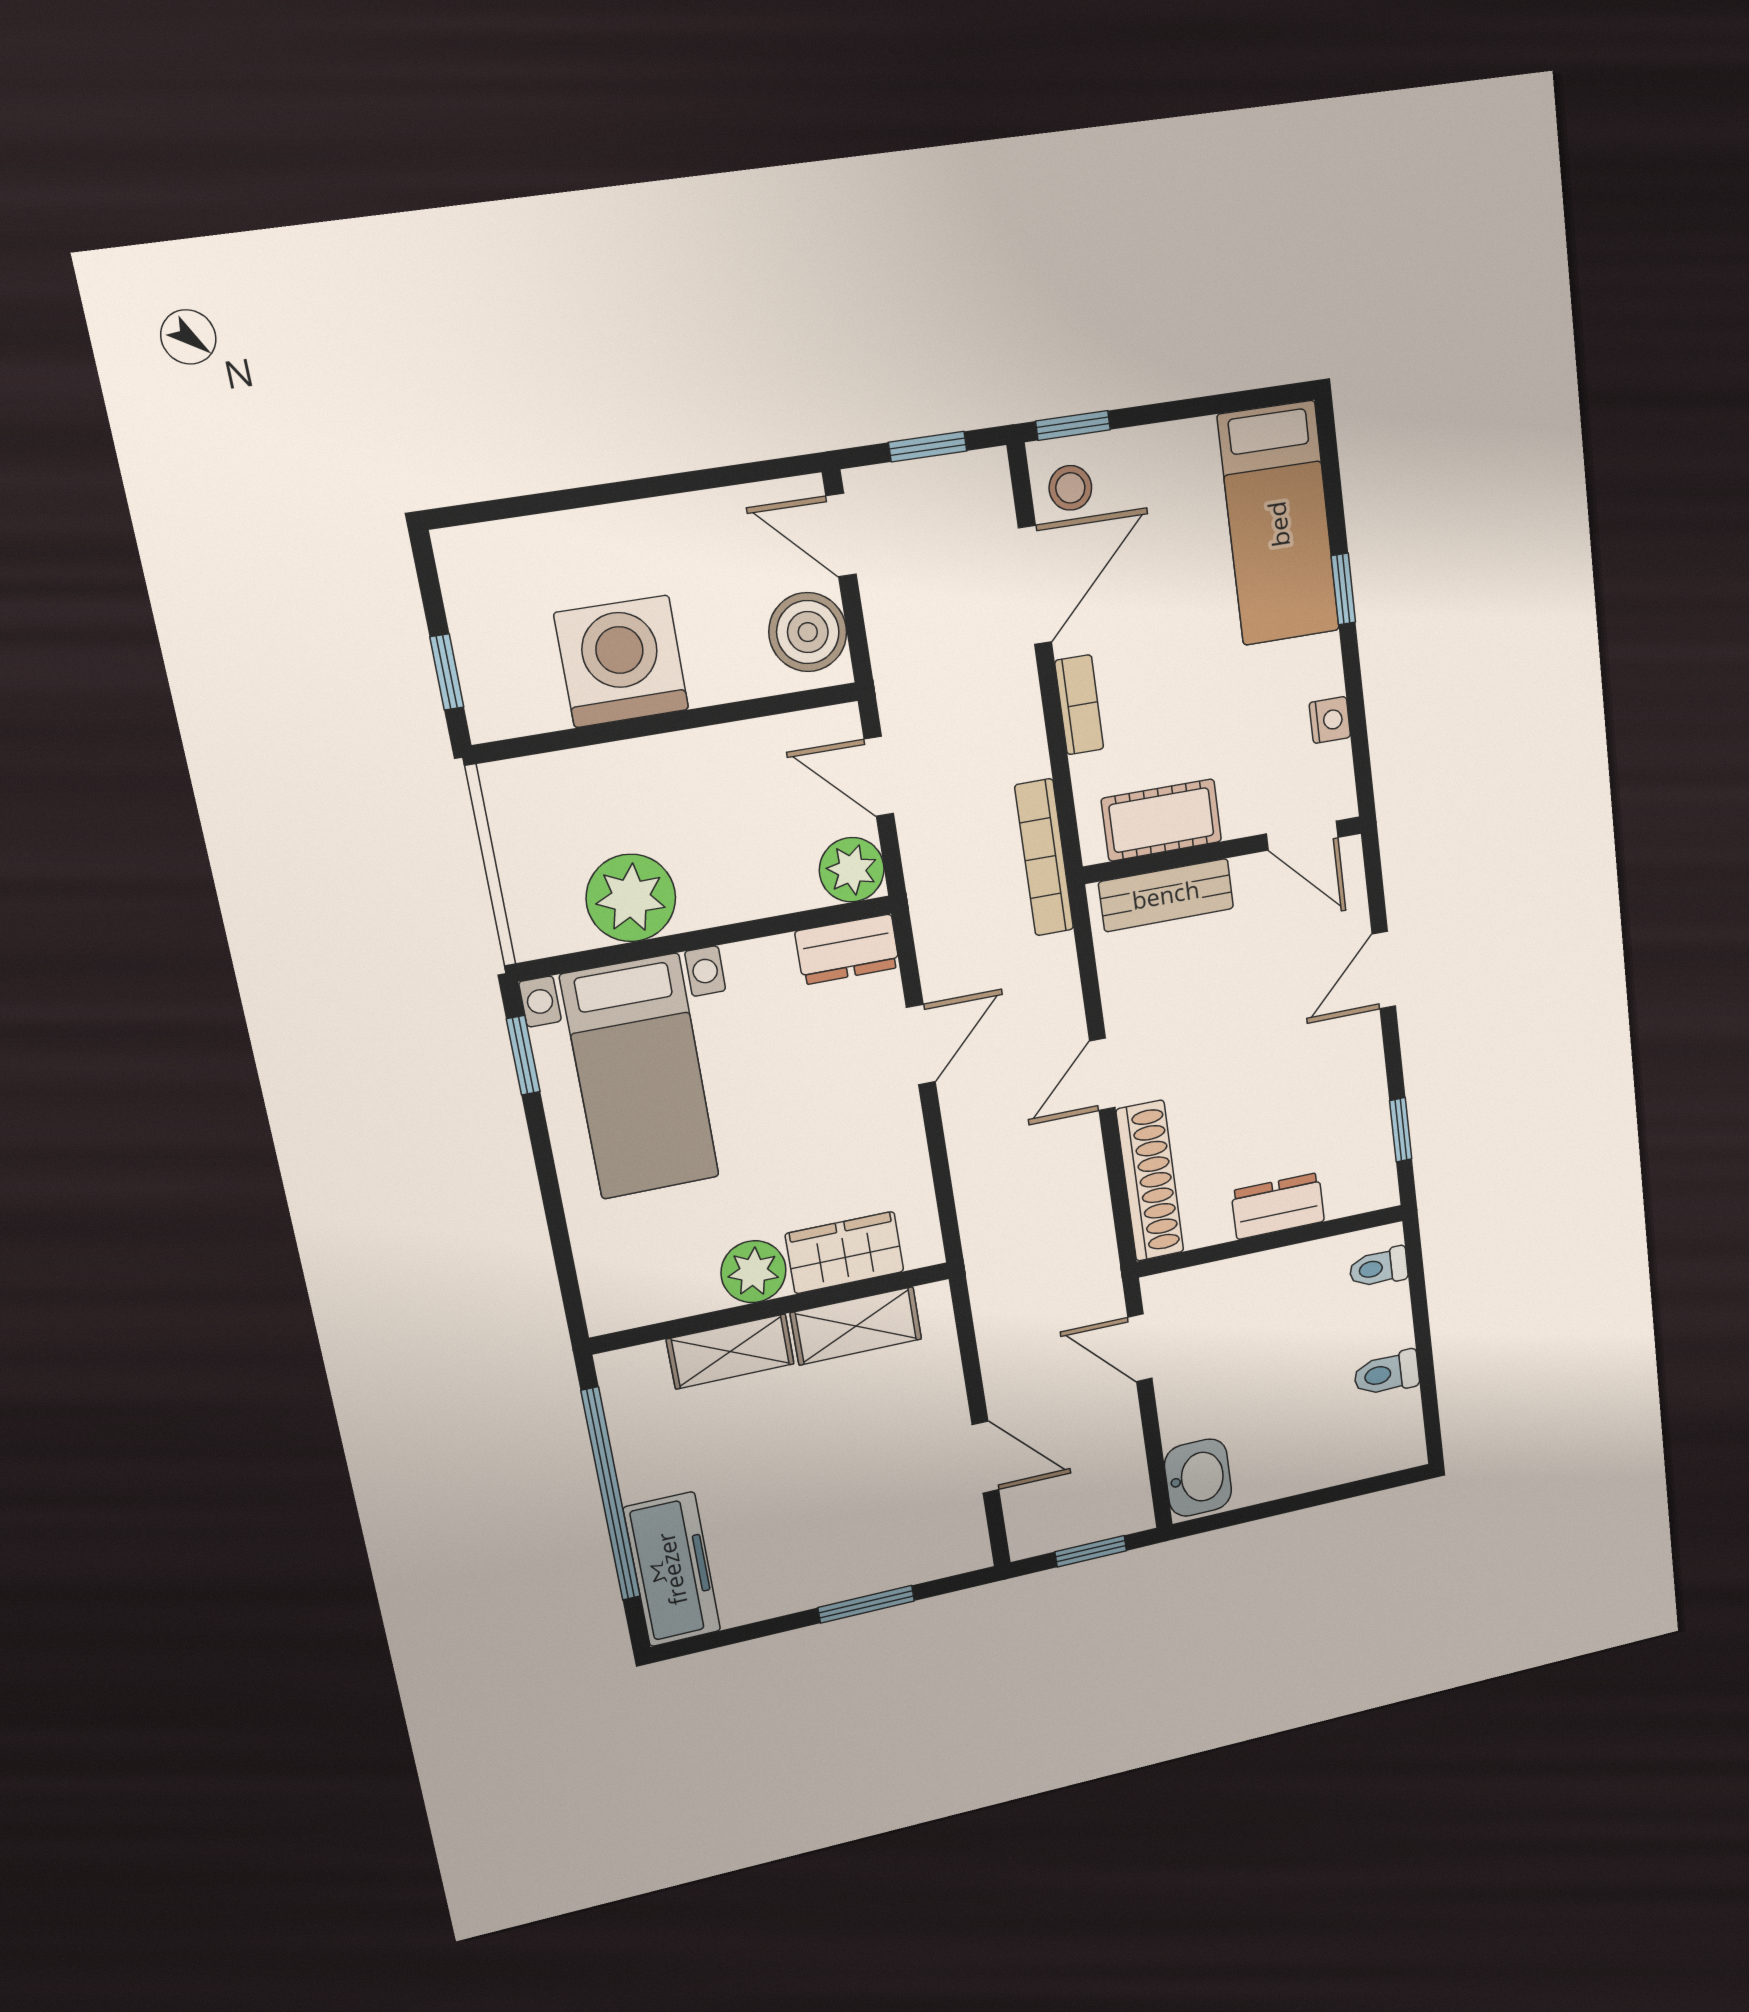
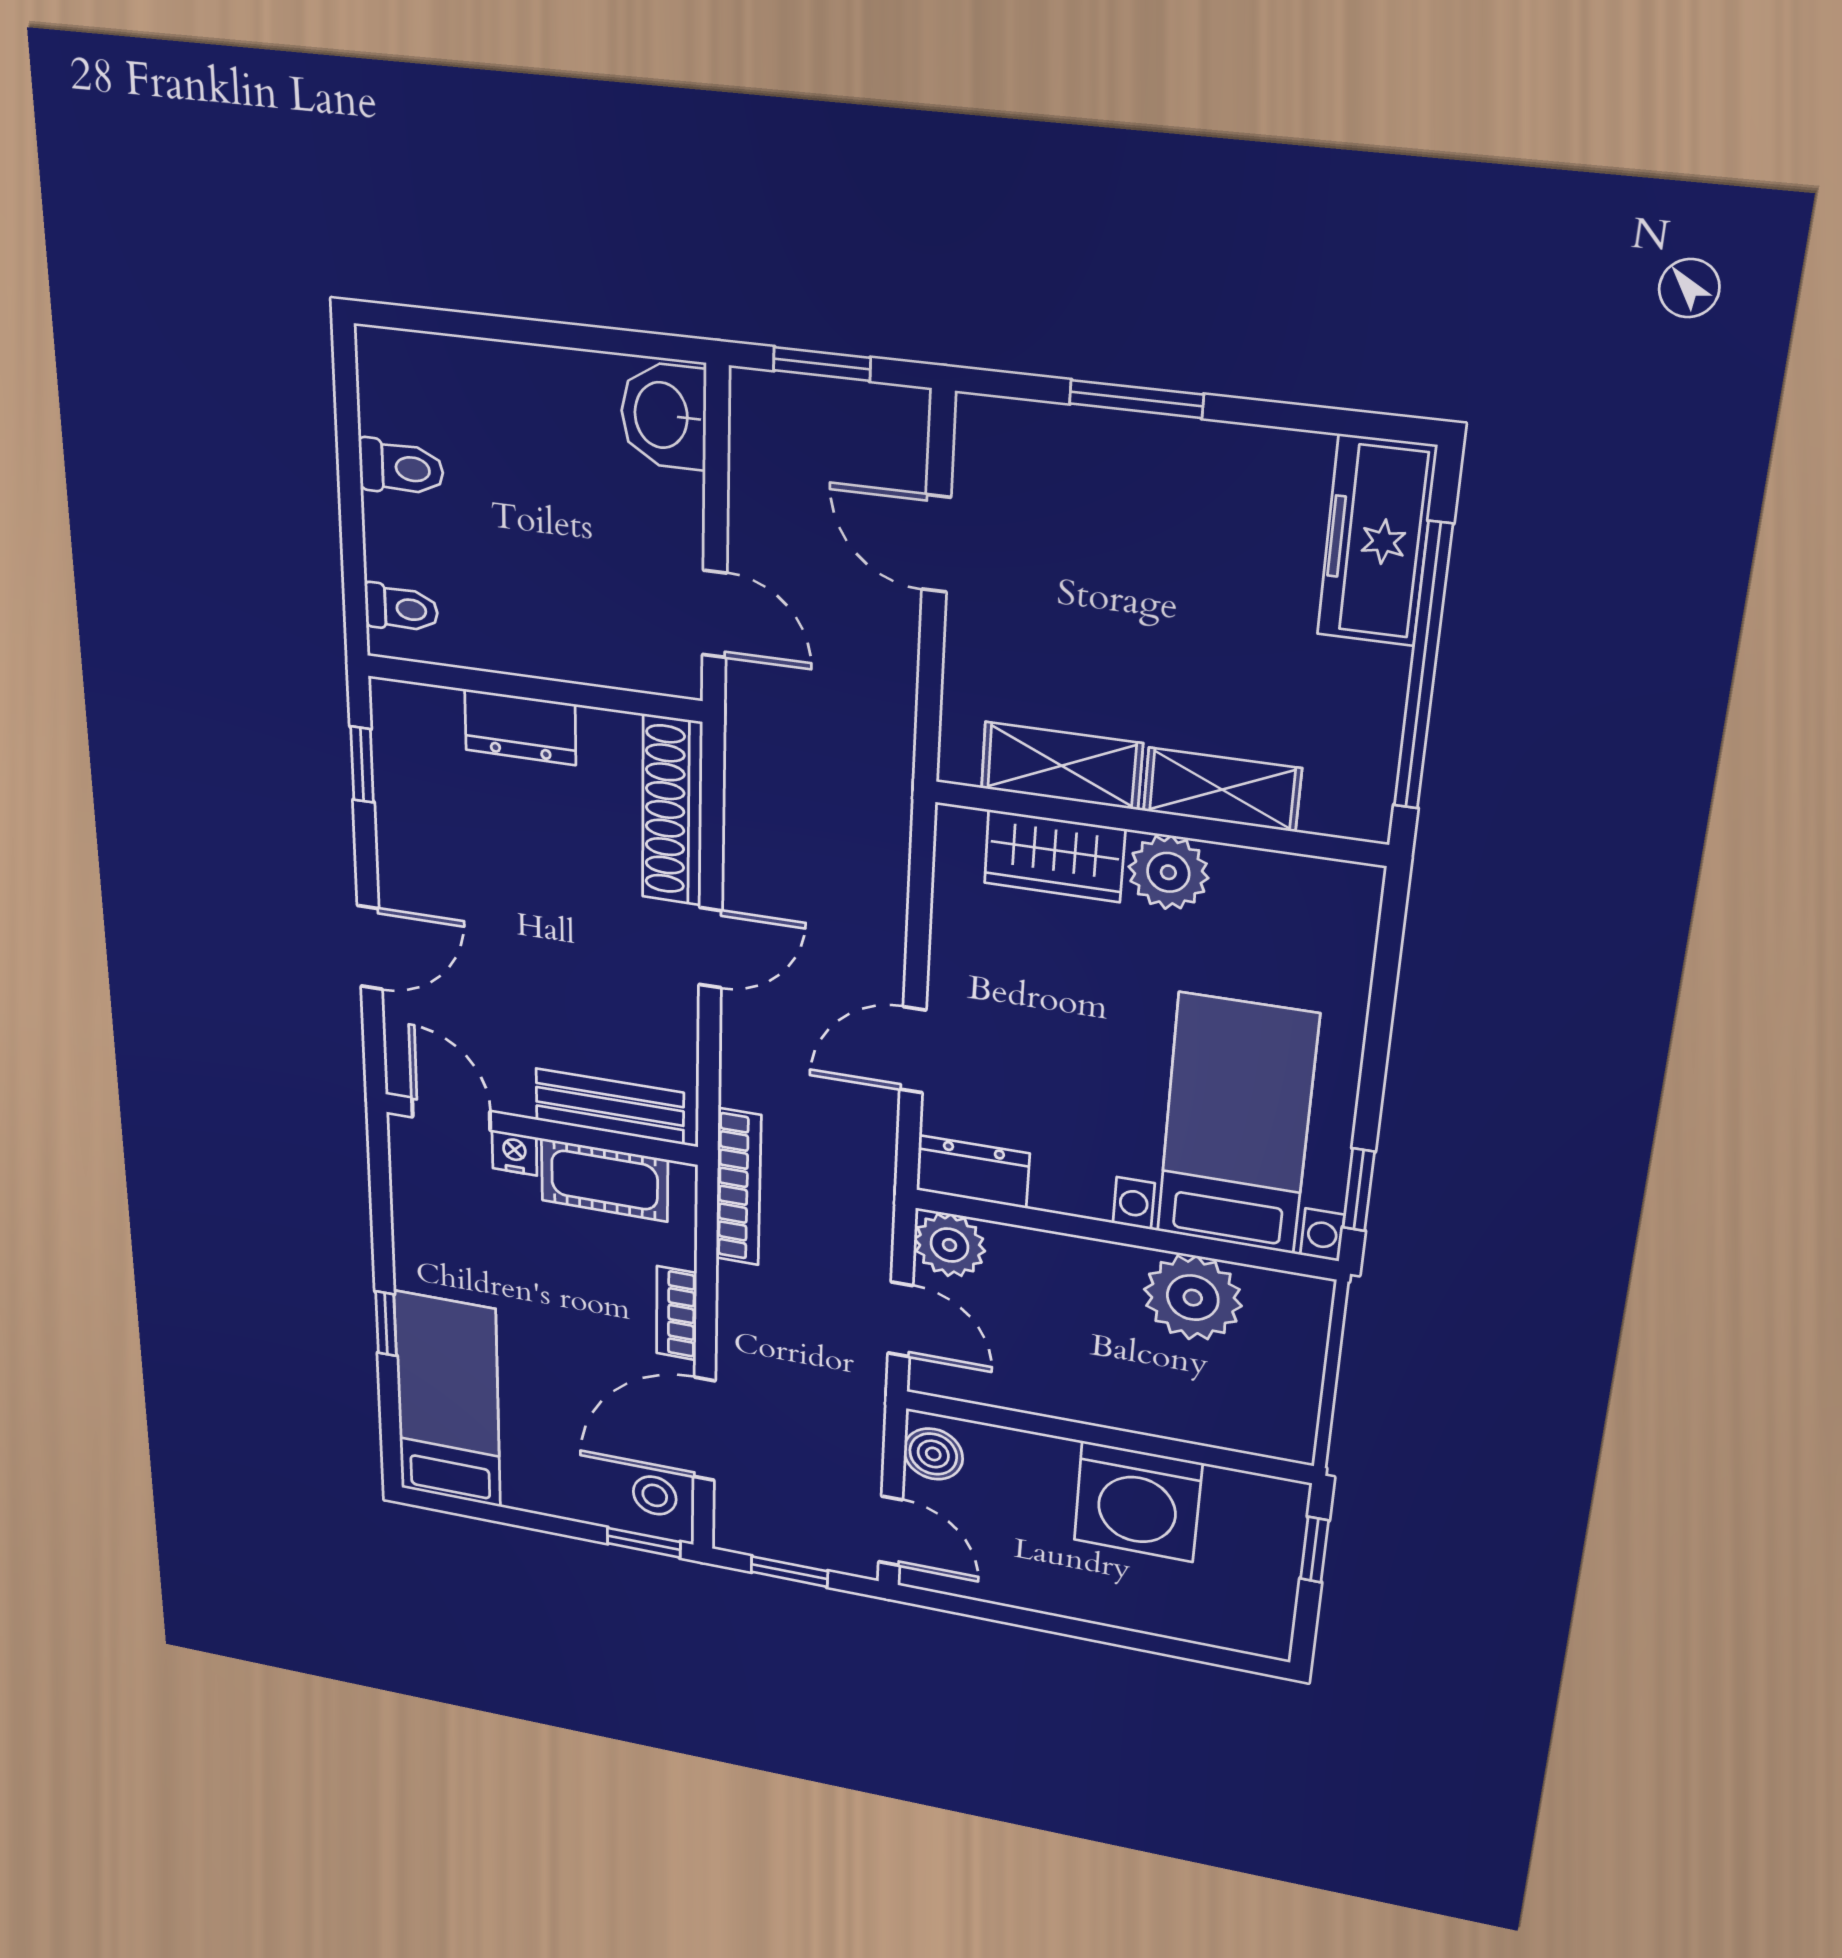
boiler: (808, 632) -> (933, 1454), width x0.73, depth x0.73
nightstand: (1330, 720) -> (514, 1153), moved, turned 90

